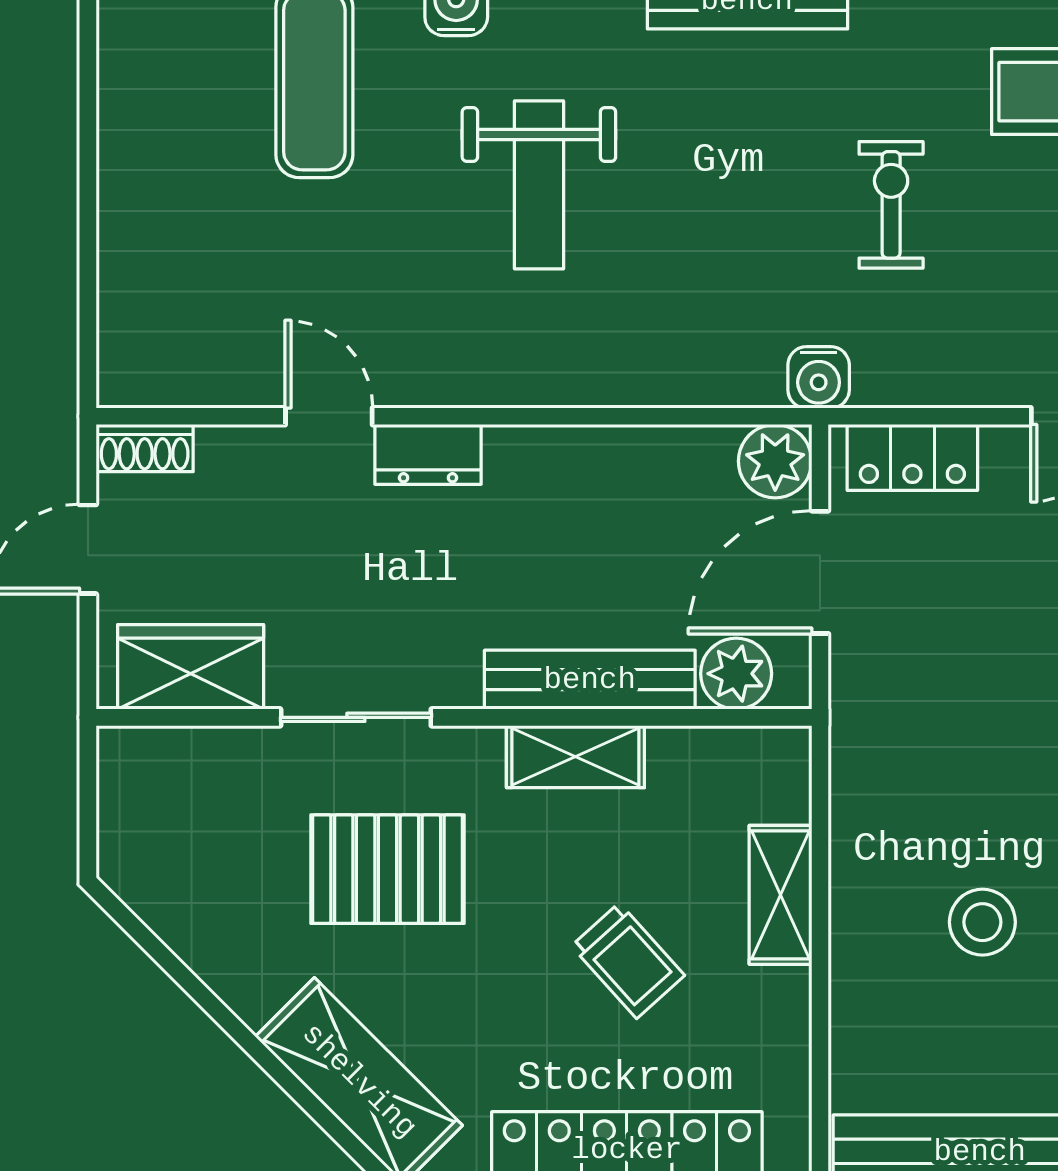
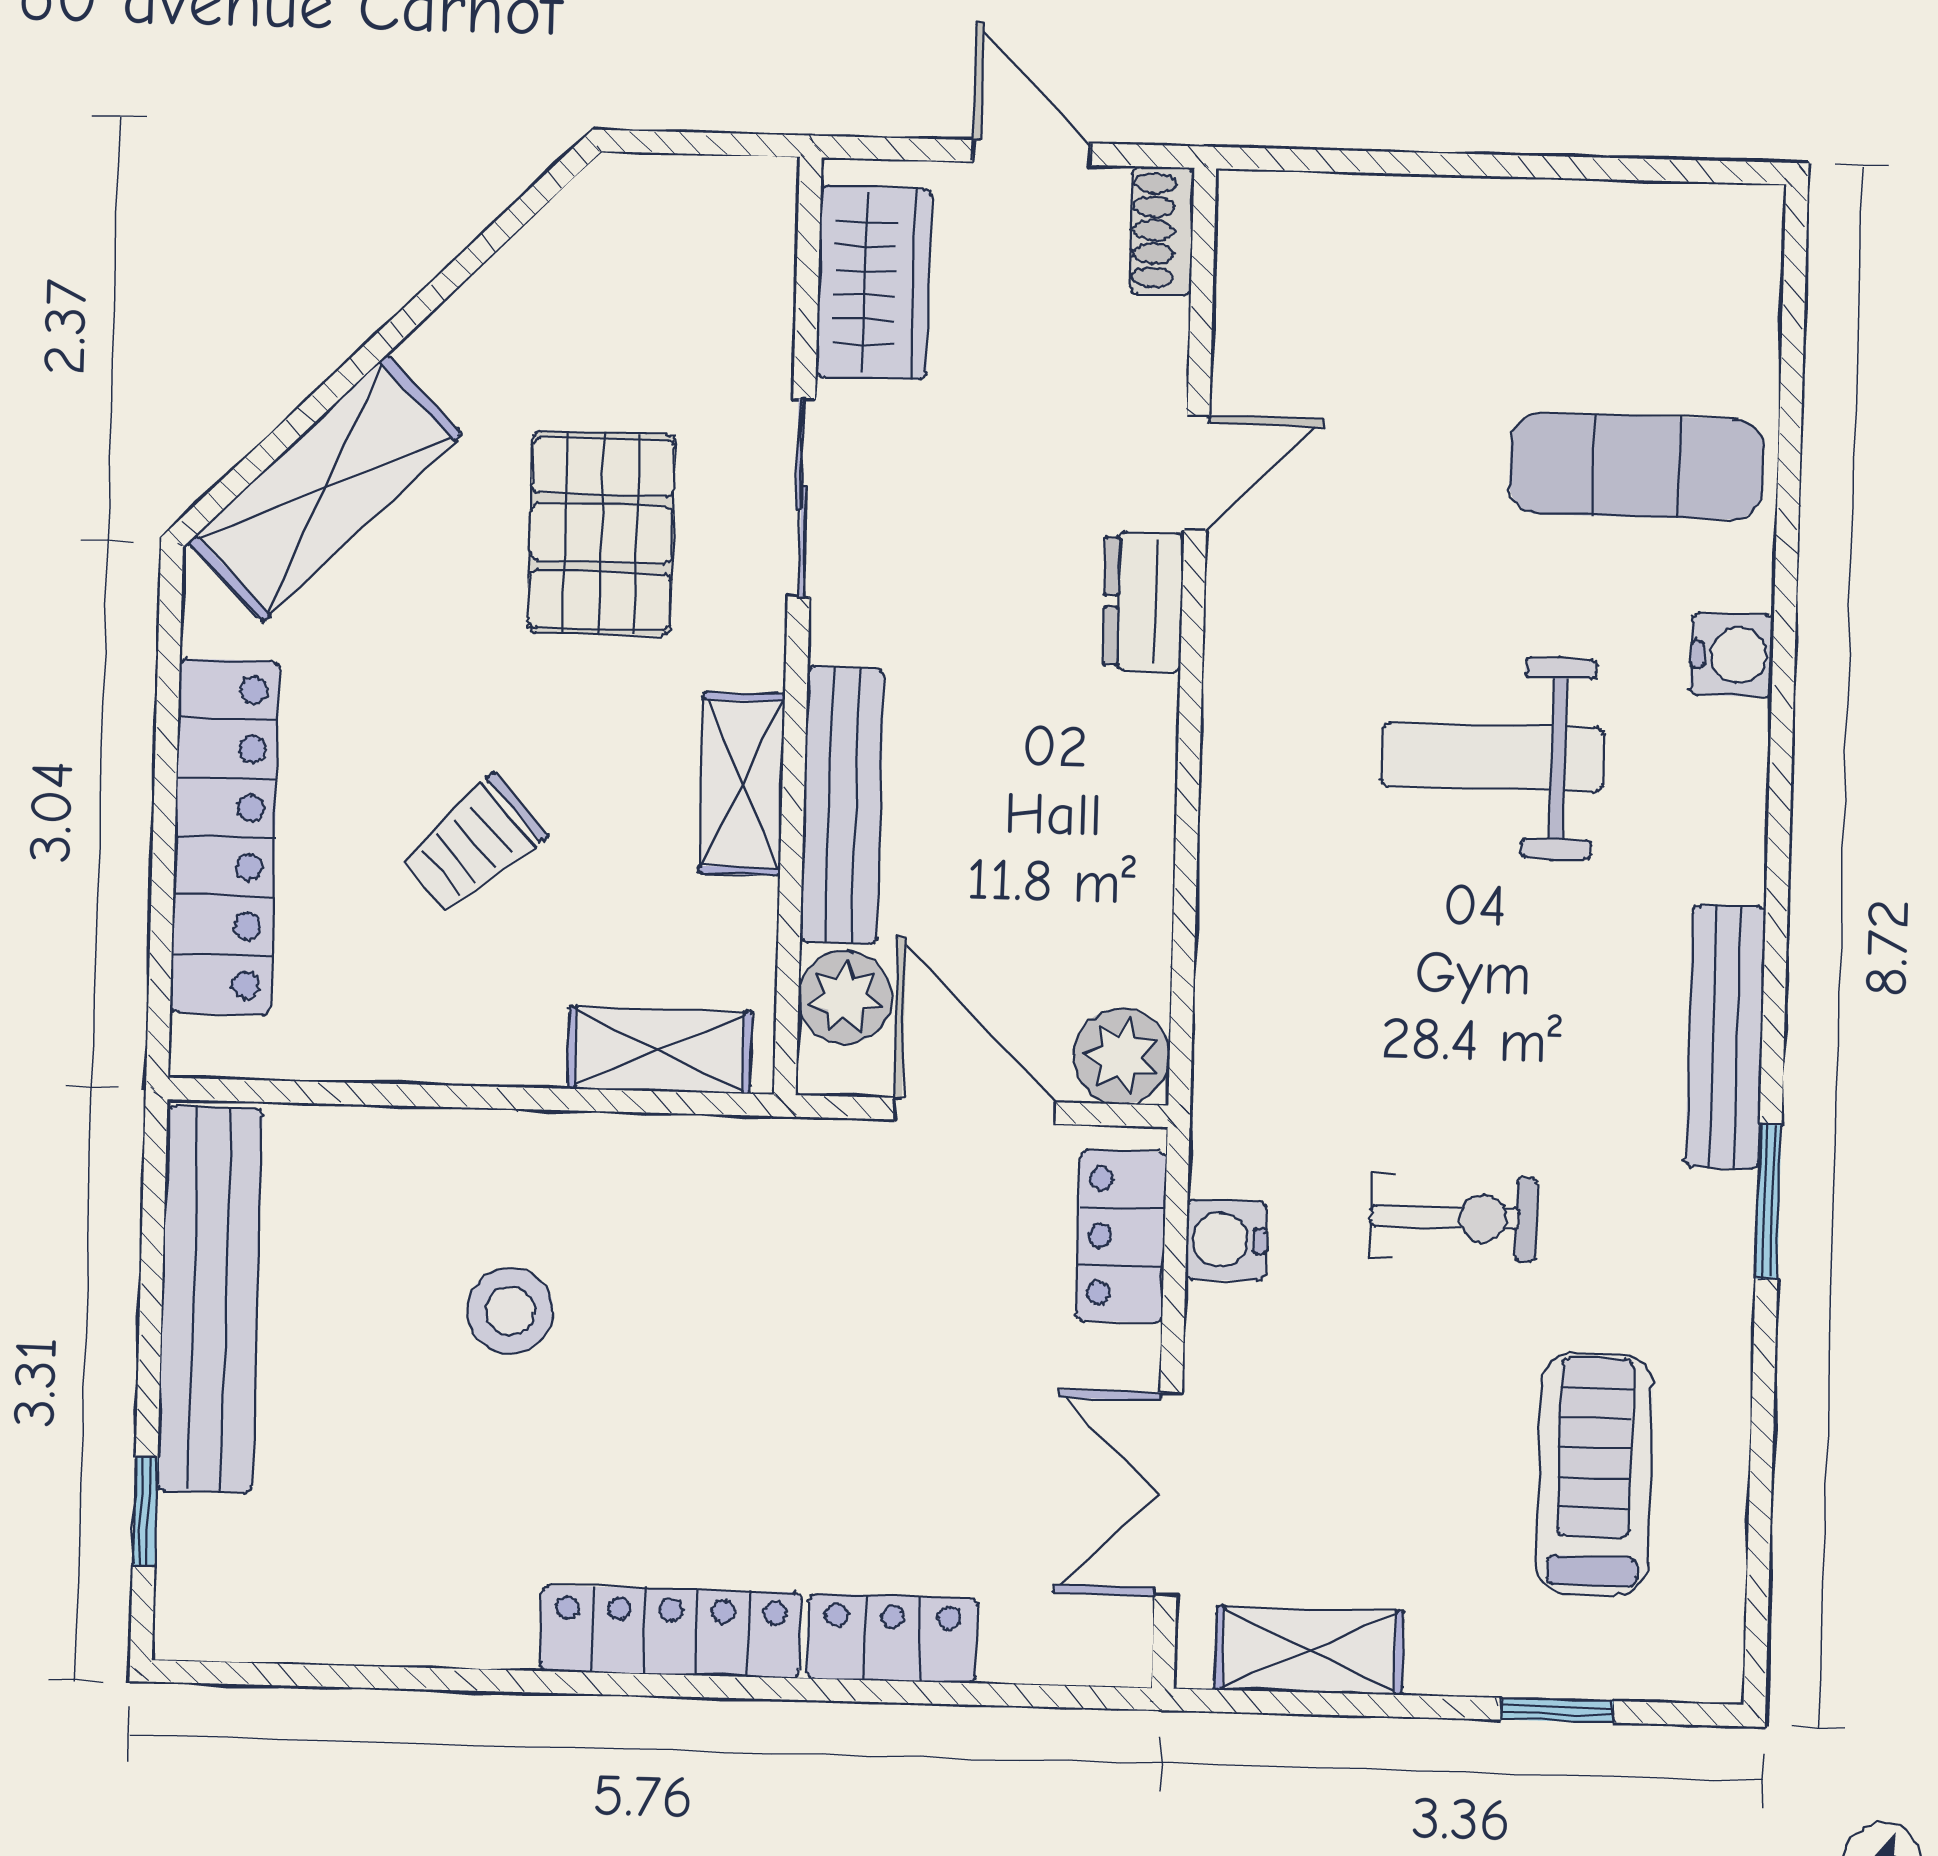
water cooler: (819, 377) -> (1226, 1240), moved
shelving: (781, 895) -> (659, 1050), moved

